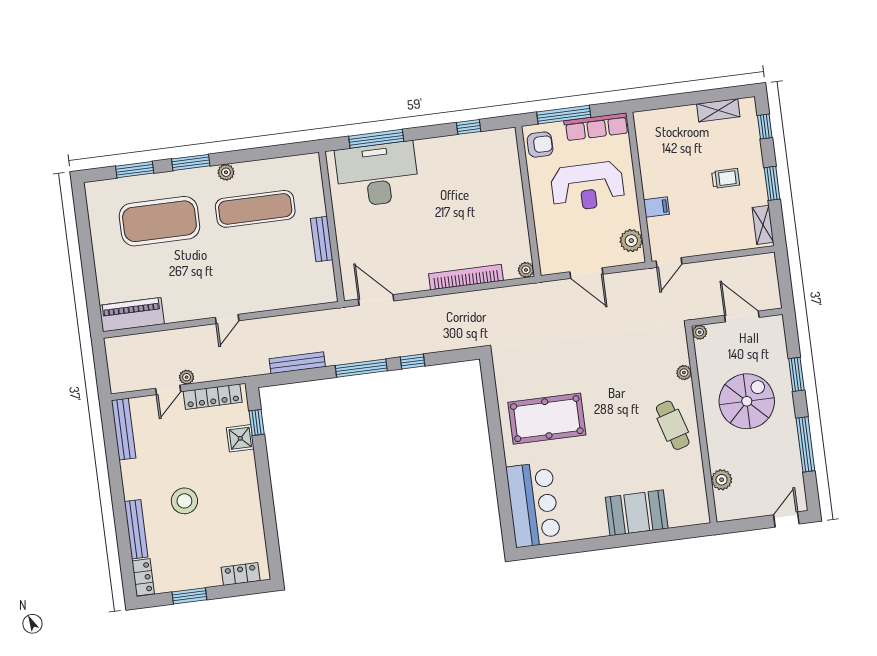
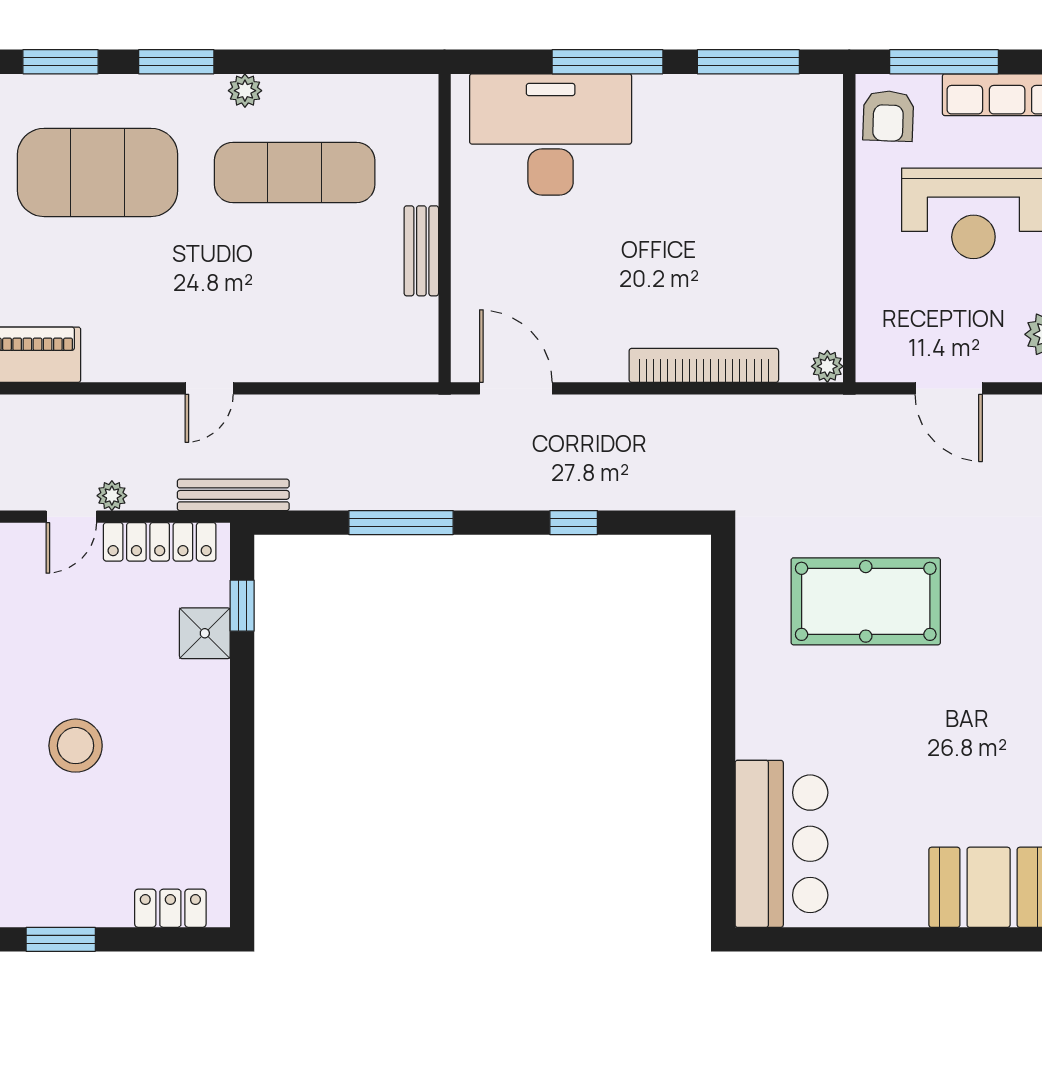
window: (469, 127) -> (748, 62), width x2.17
window: (376, 139) -> (607, 62), moved
armchair: (540, 145) -> (888, 116), turned 92
bench: (297, 363) -> (233, 495), moved
window: (361, 368) -> (401, 523), moved
pool table: (547, 419) -> (866, 601), moved

